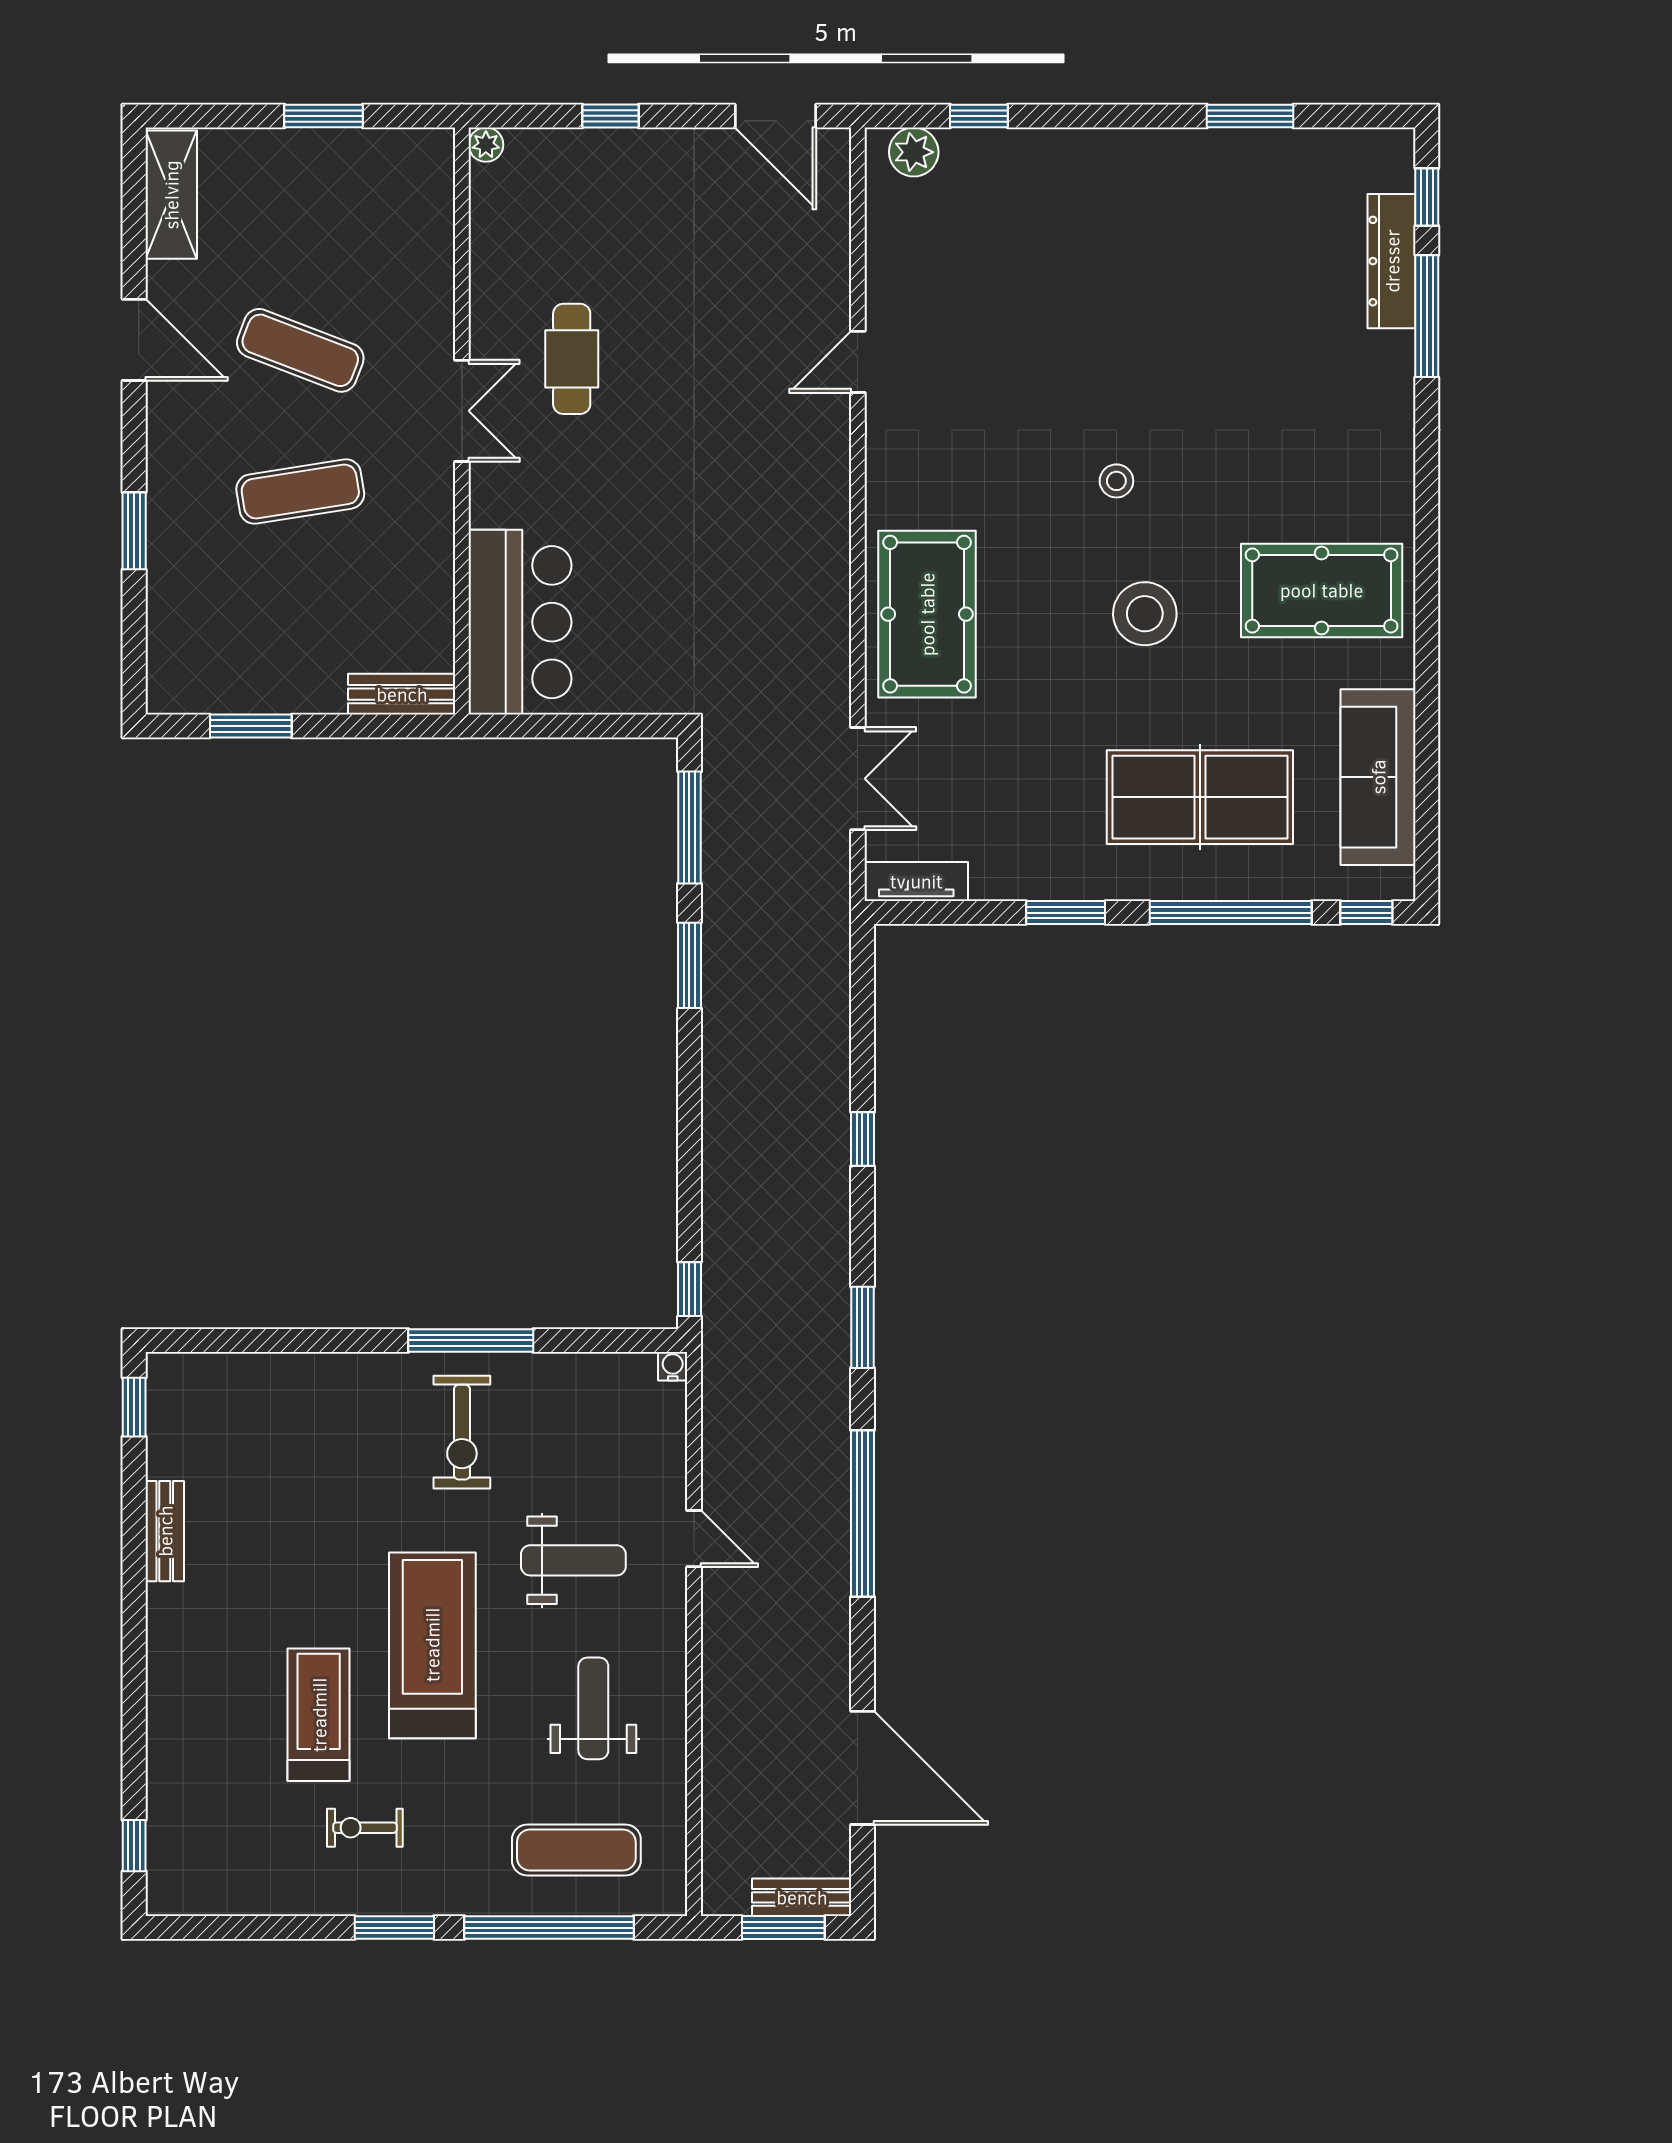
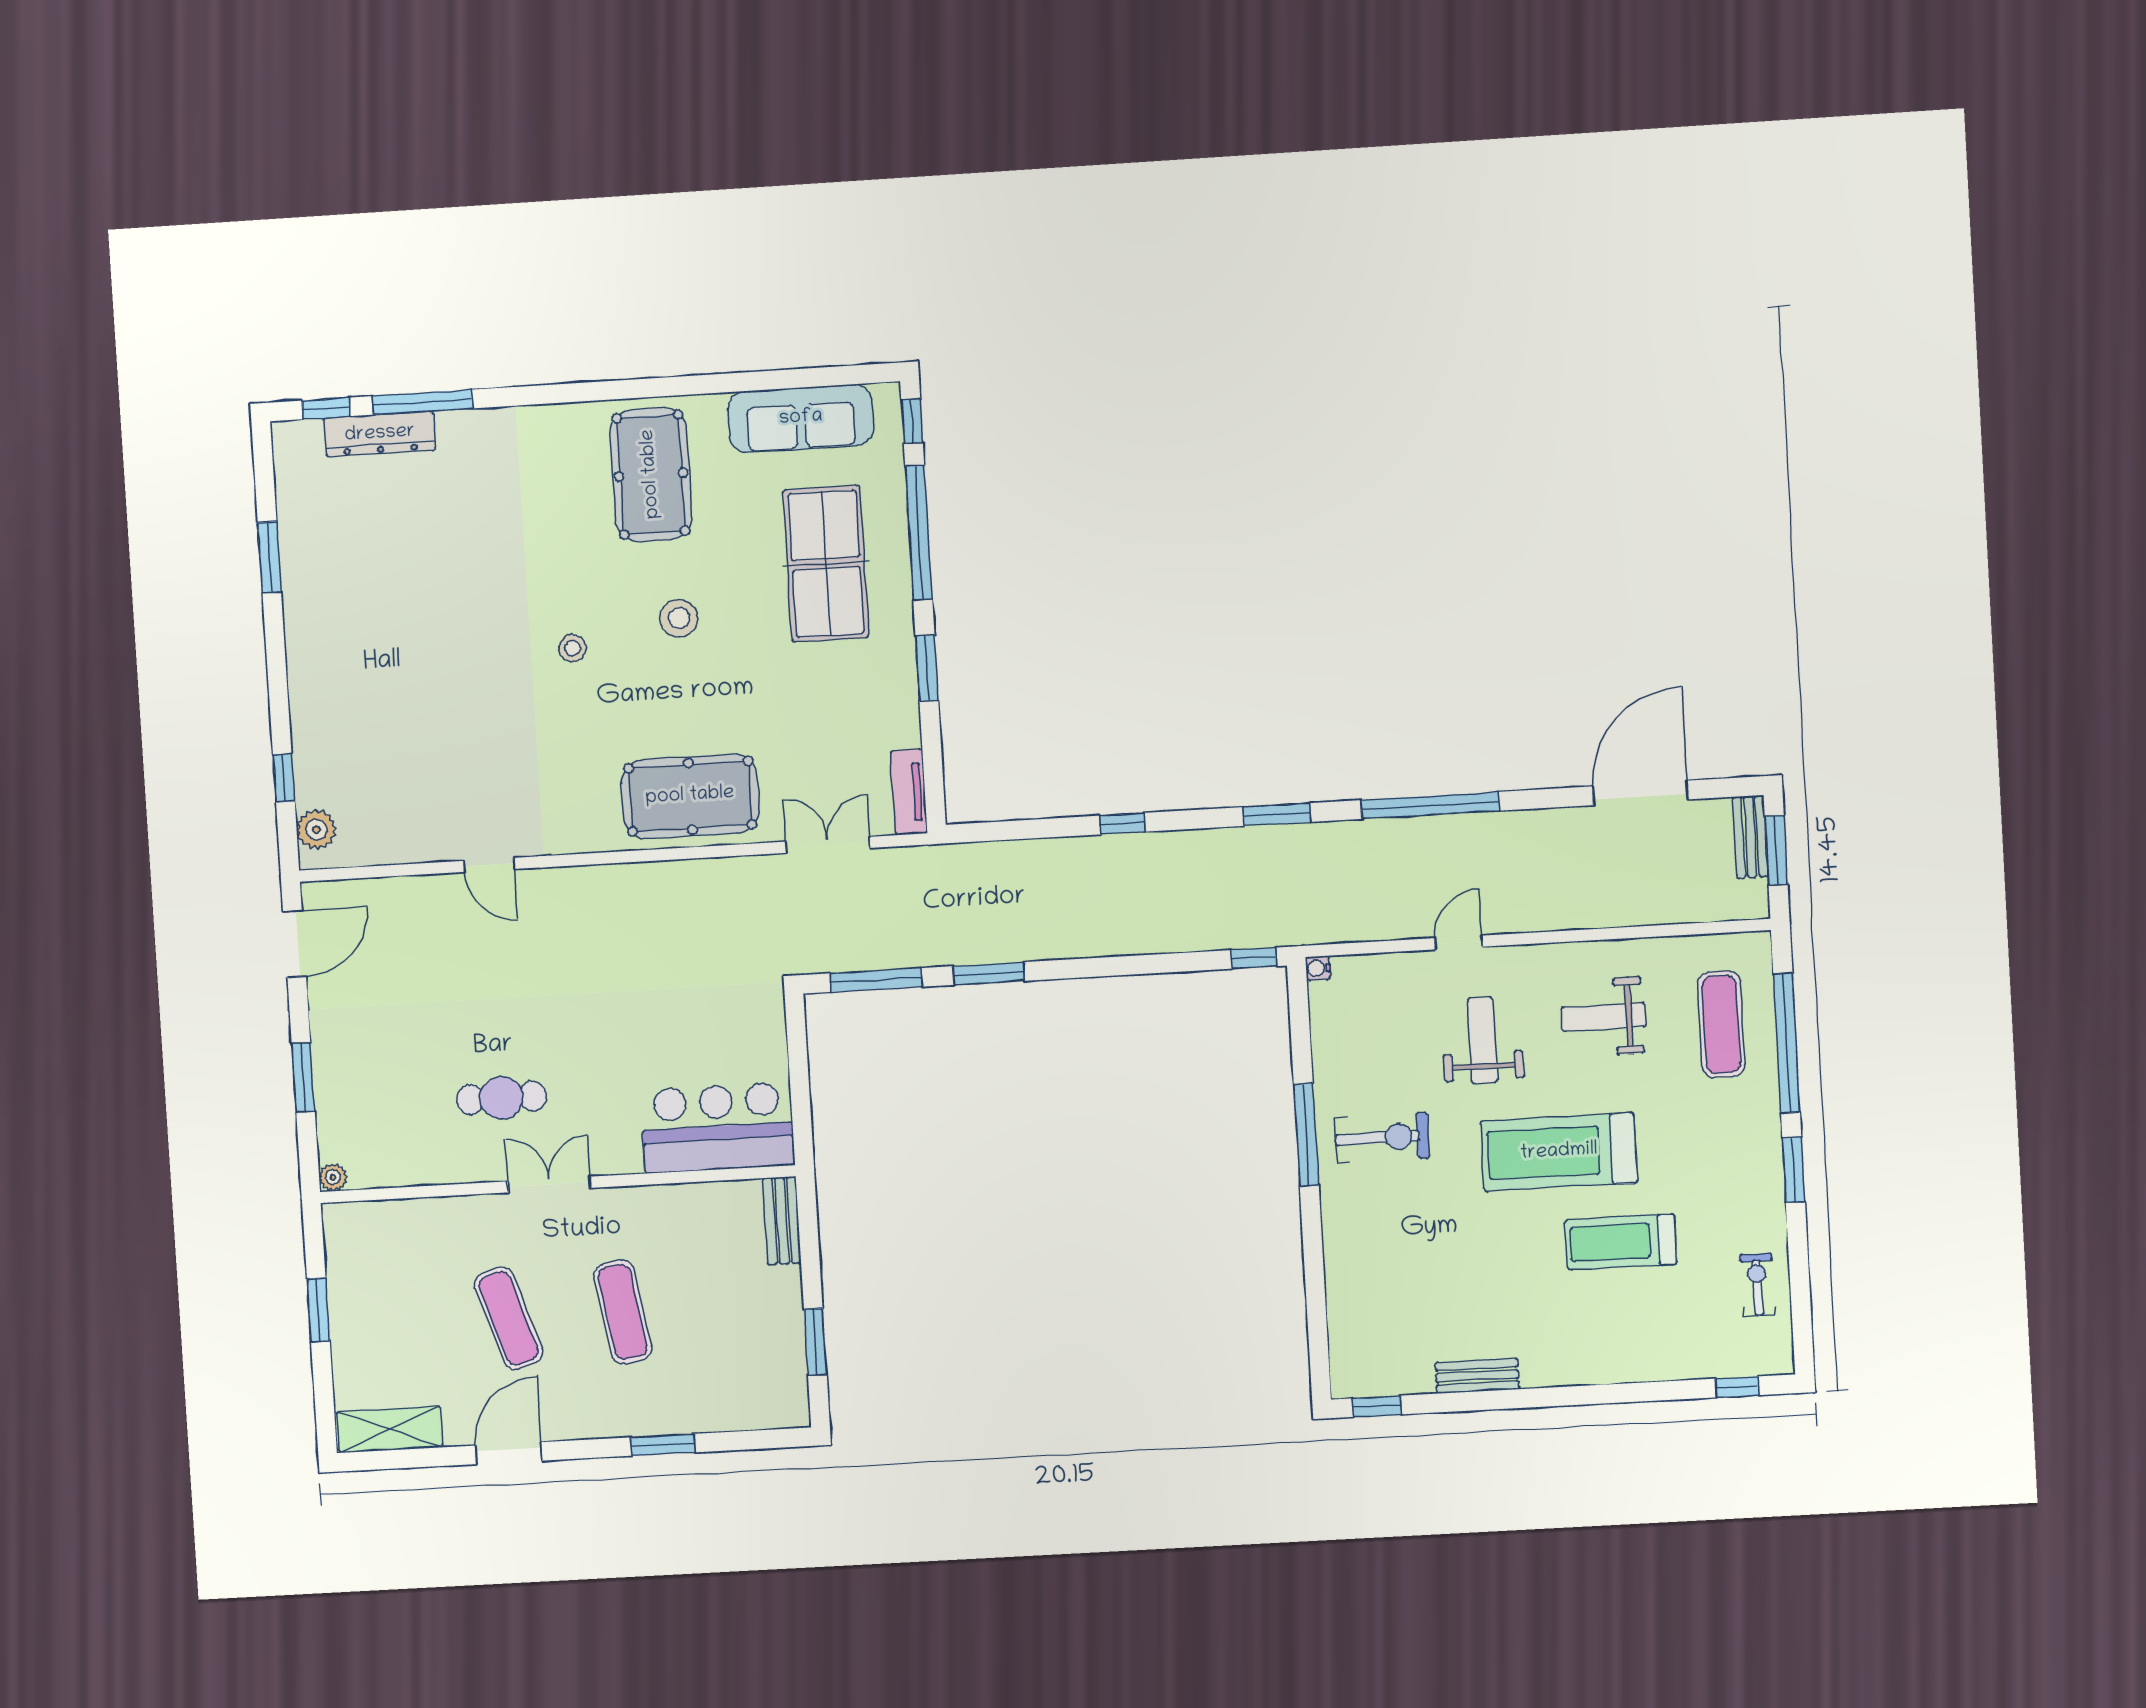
window: (610, 116) -> (303, 1078), width x1.50
exercise mat: (300, 350) -> (509, 1318), turned -39
stool: (1145, 614) -> (679, 618), width x0.73, depth x0.73
exercise bike: (365, 1828) -> (1757, 1285), moved, turned 180

